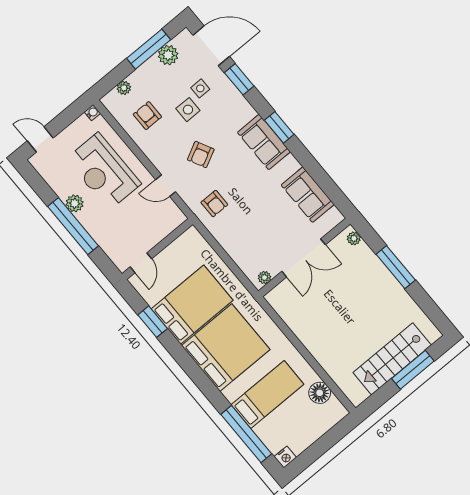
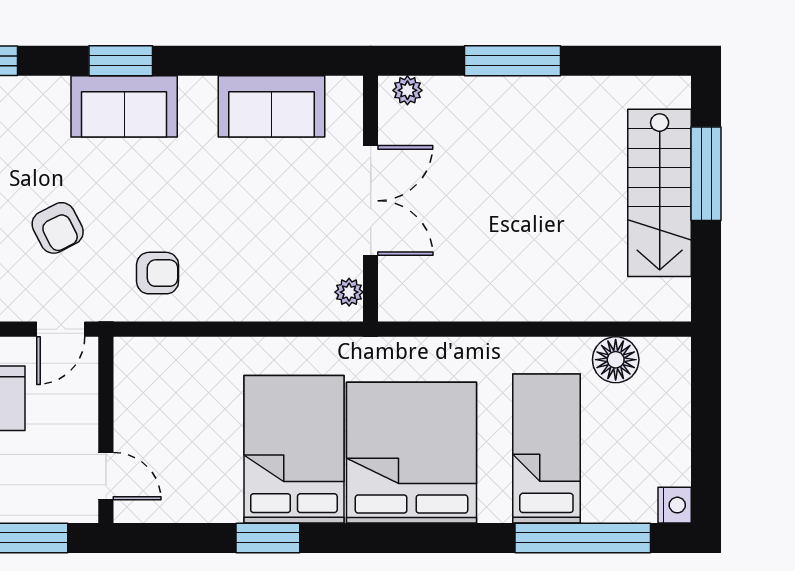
wall: (157, 249) -> (106, 430), moved
door: (141, 263) -> (106, 476), moved

